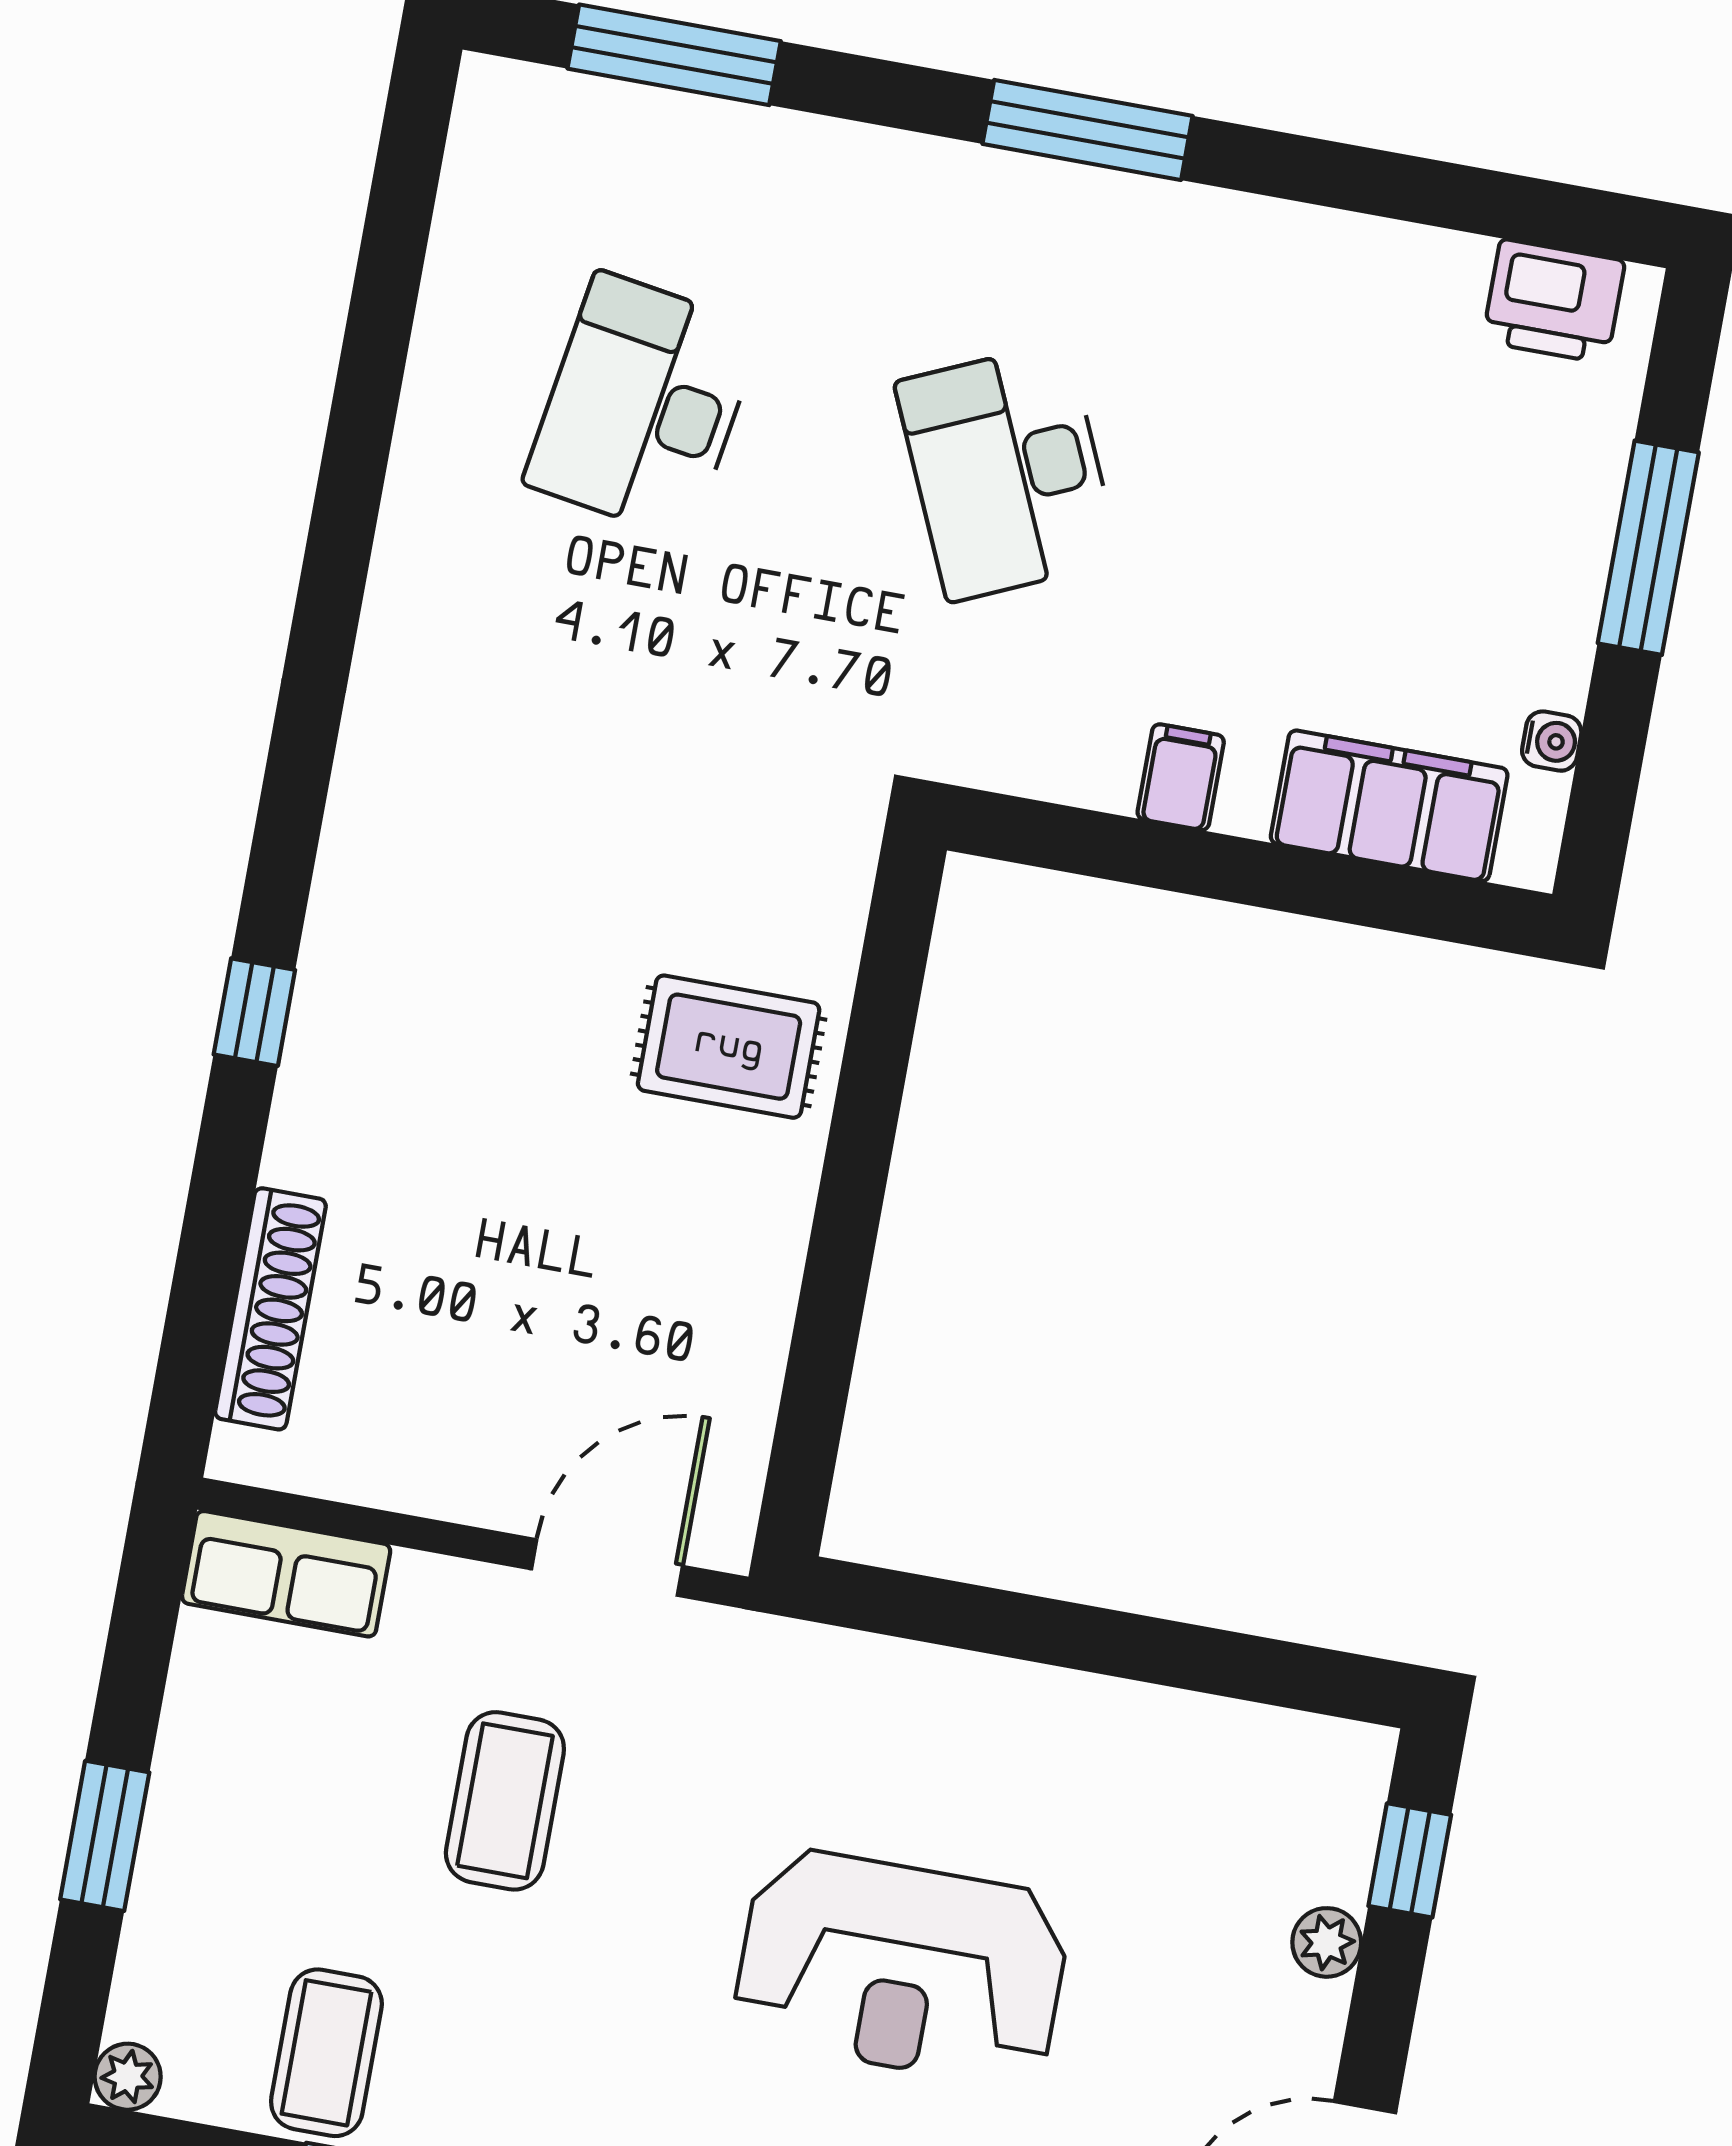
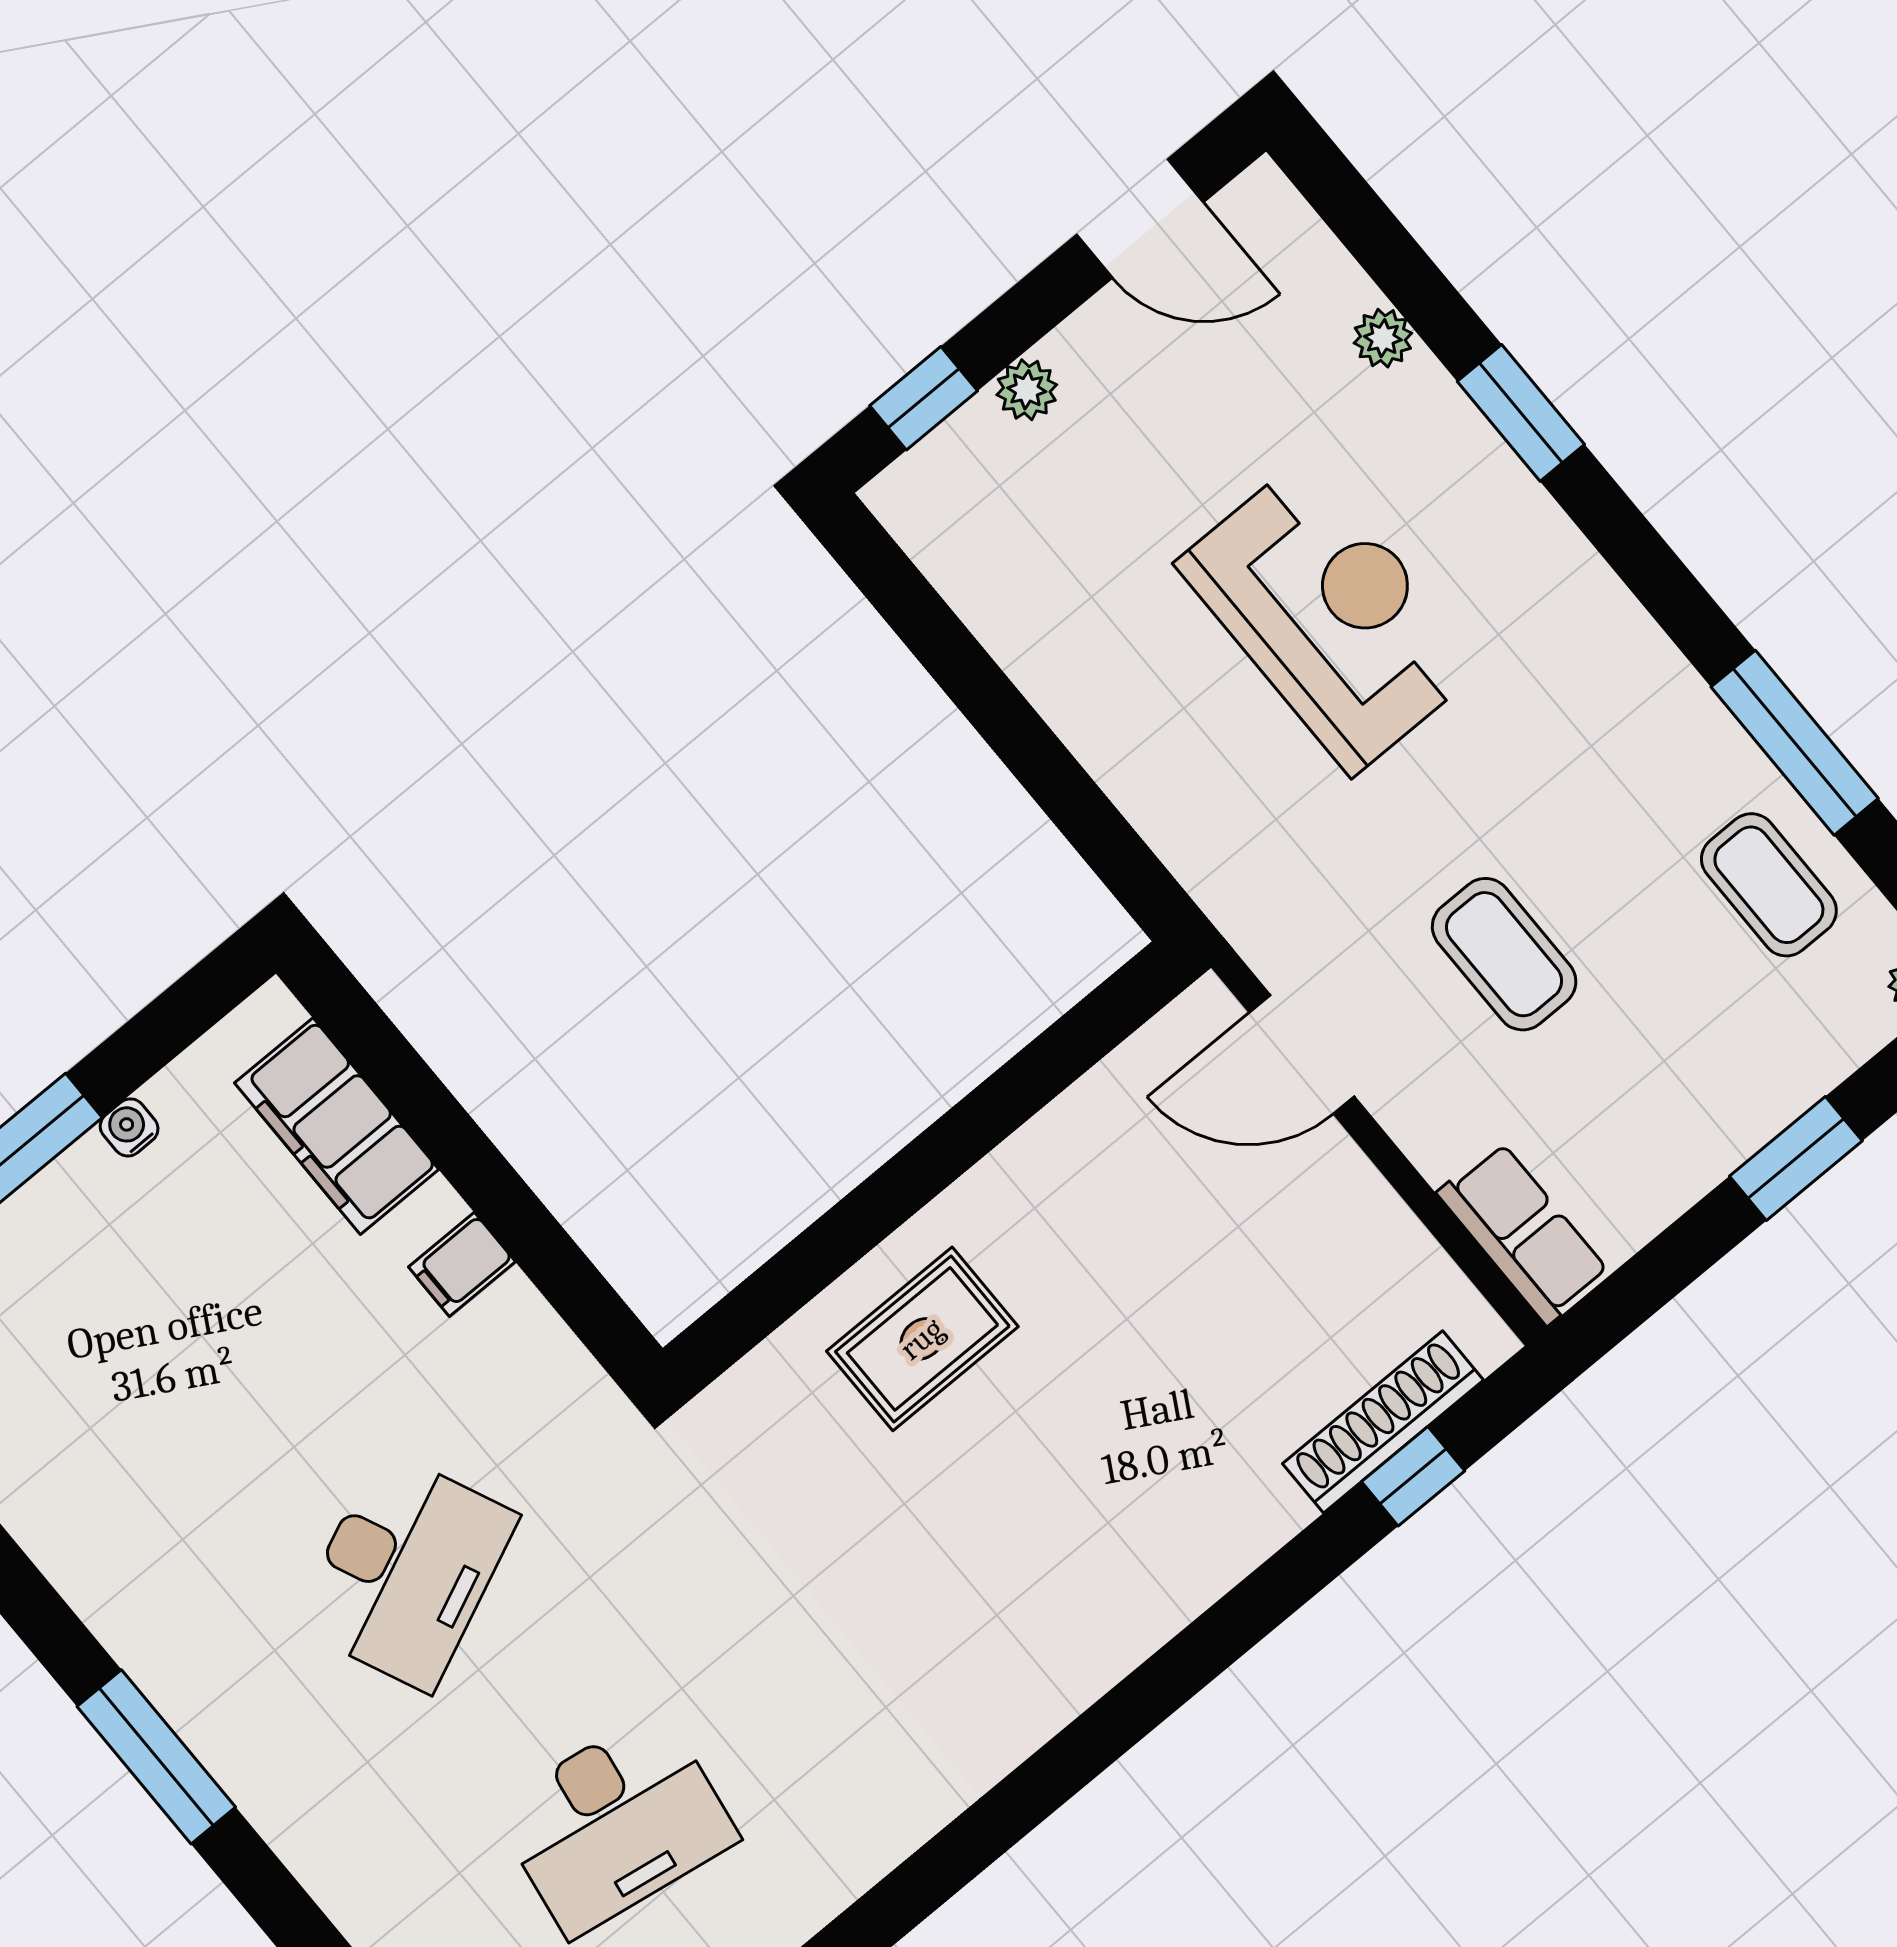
water cooler: (1552, 741) -> (129, 1127), moved
window: (254, 1012) -> (1413, 1476), moved
rug: (729, 1047) -> (922, 1339), turned 90
coffee table: (505, 1801) -> (1504, 954), turned 90
coffee table: (326, 2053) -> (1769, 885), turned 90

